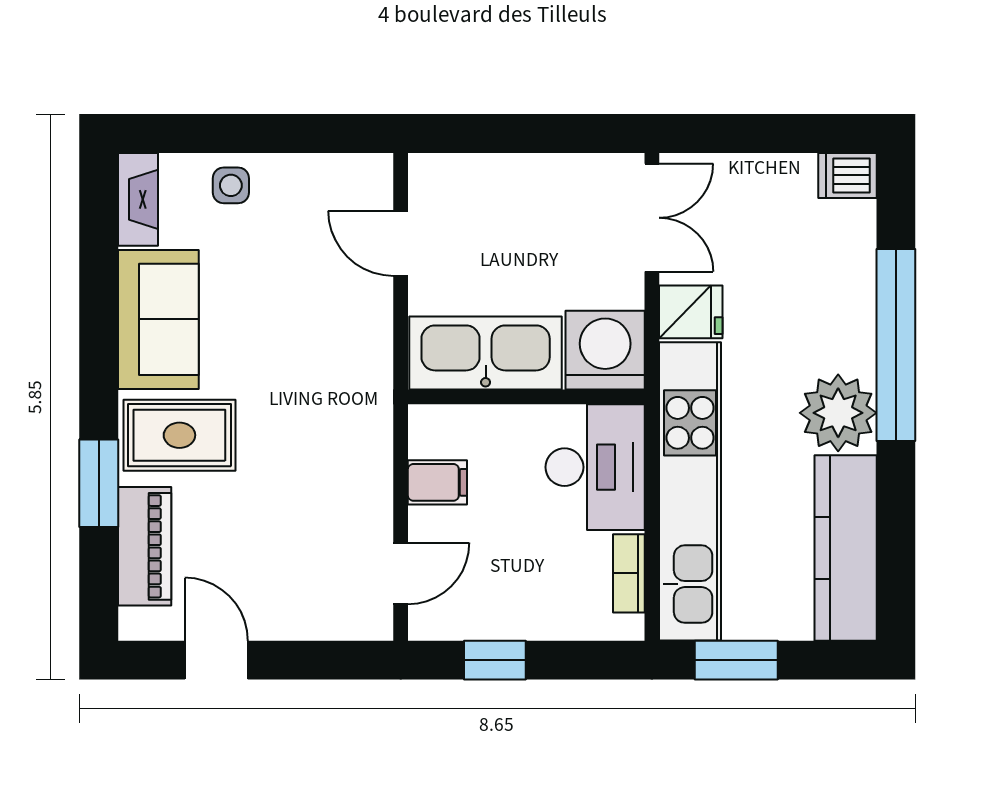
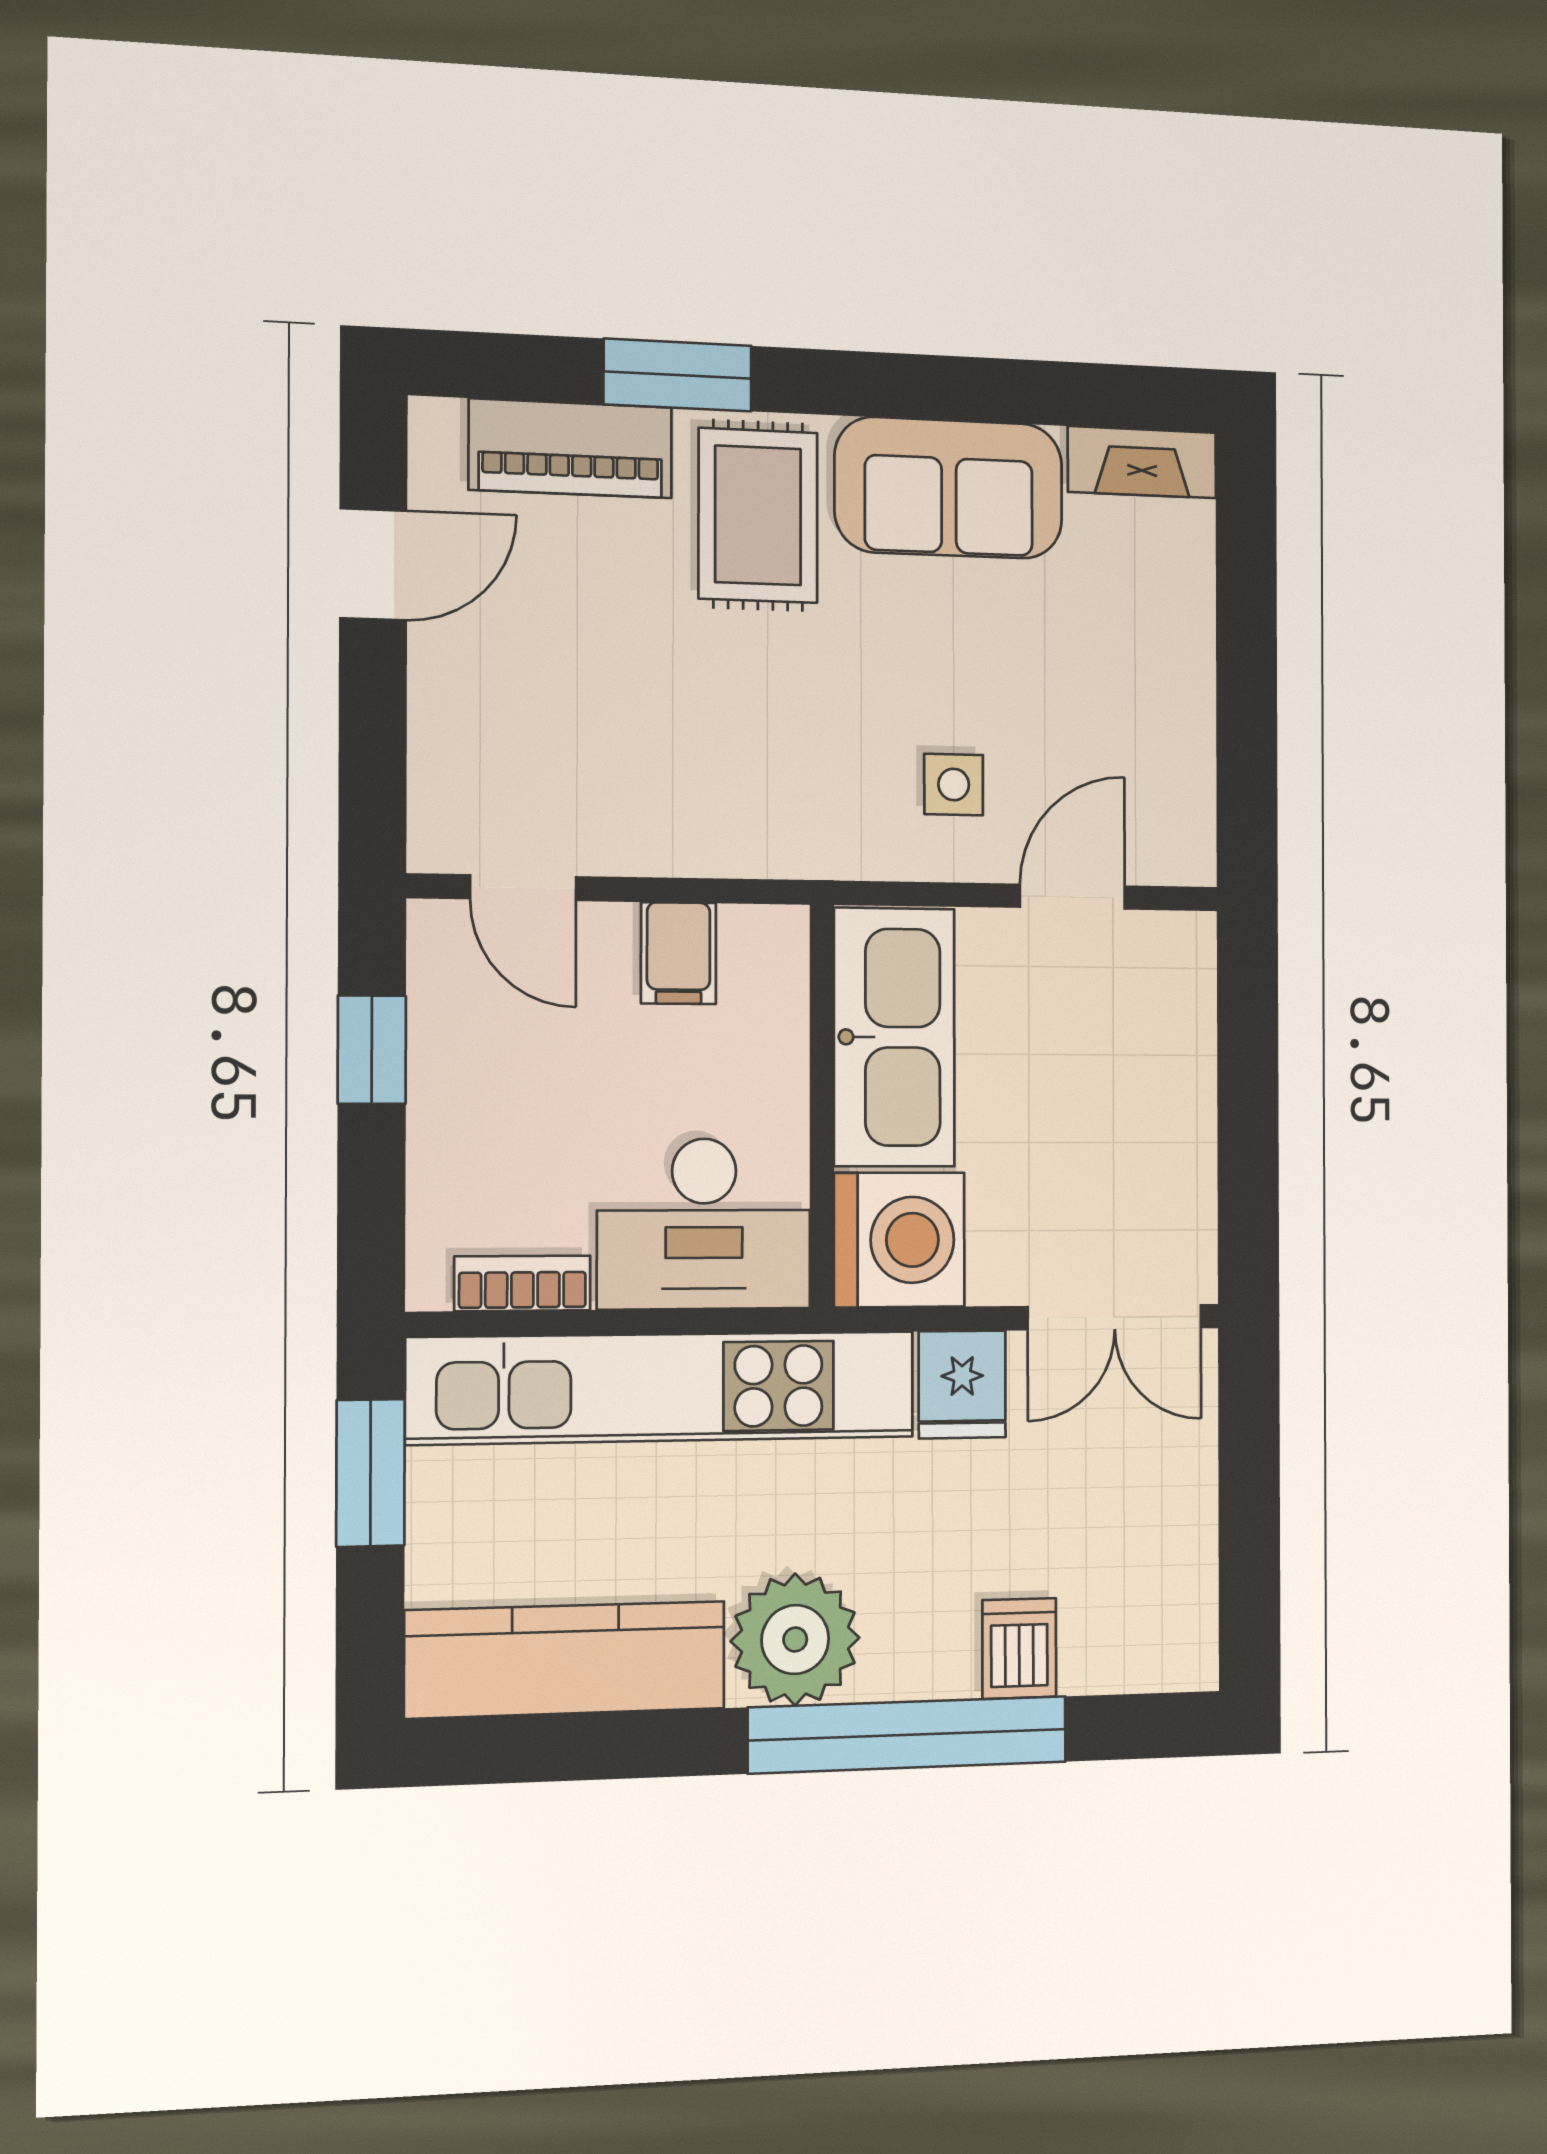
dishwasher: (847, 175) -> (1019, 1649), moved
side table: (231, 185) -> (954, 784), moved

